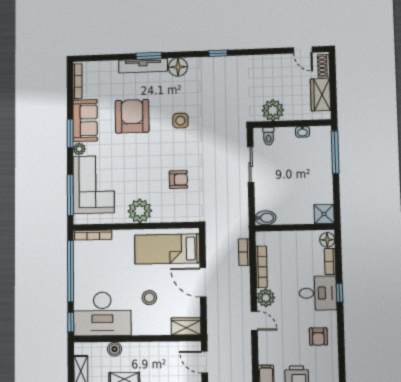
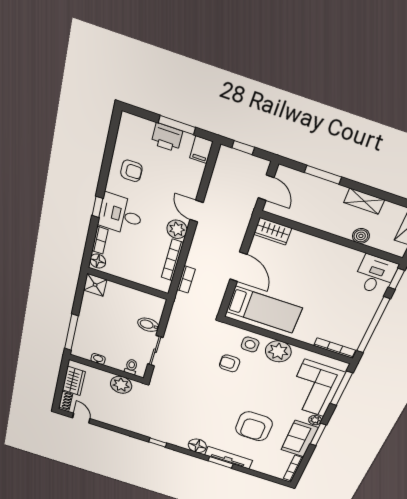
side table: (180, 121) -> (250, 344), moved
bidet: (265, 218) -> (148, 325), moved
stool: (149, 298) -> (301, 272), removed
desk: (102, 314) -> (375, 275), width x0.53, depth x0.77
armchair: (318, 337) -> (131, 171), turned 90

